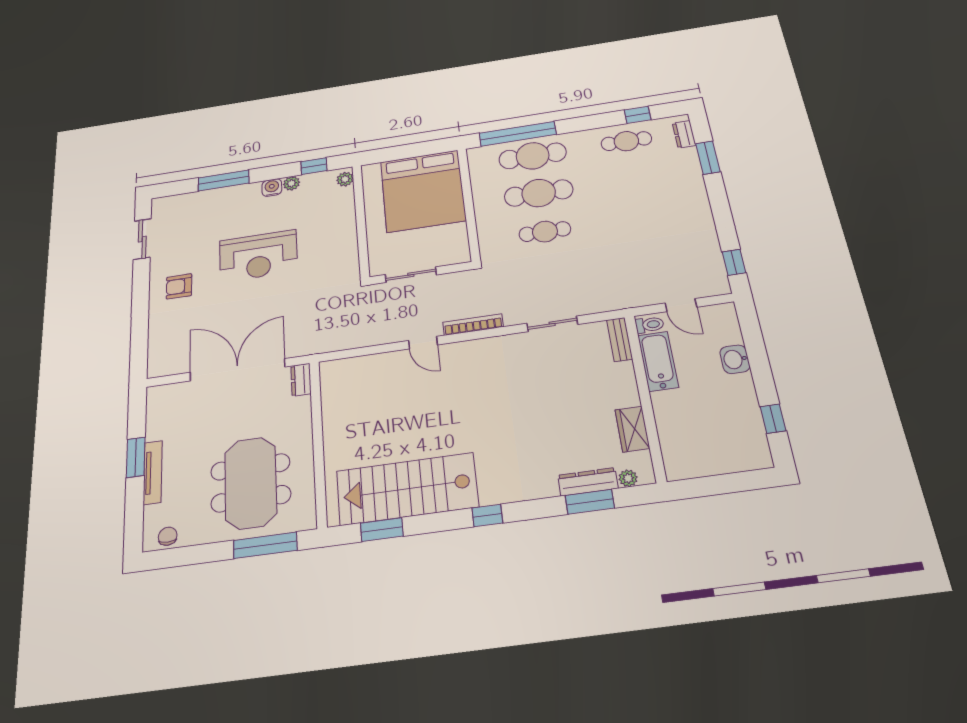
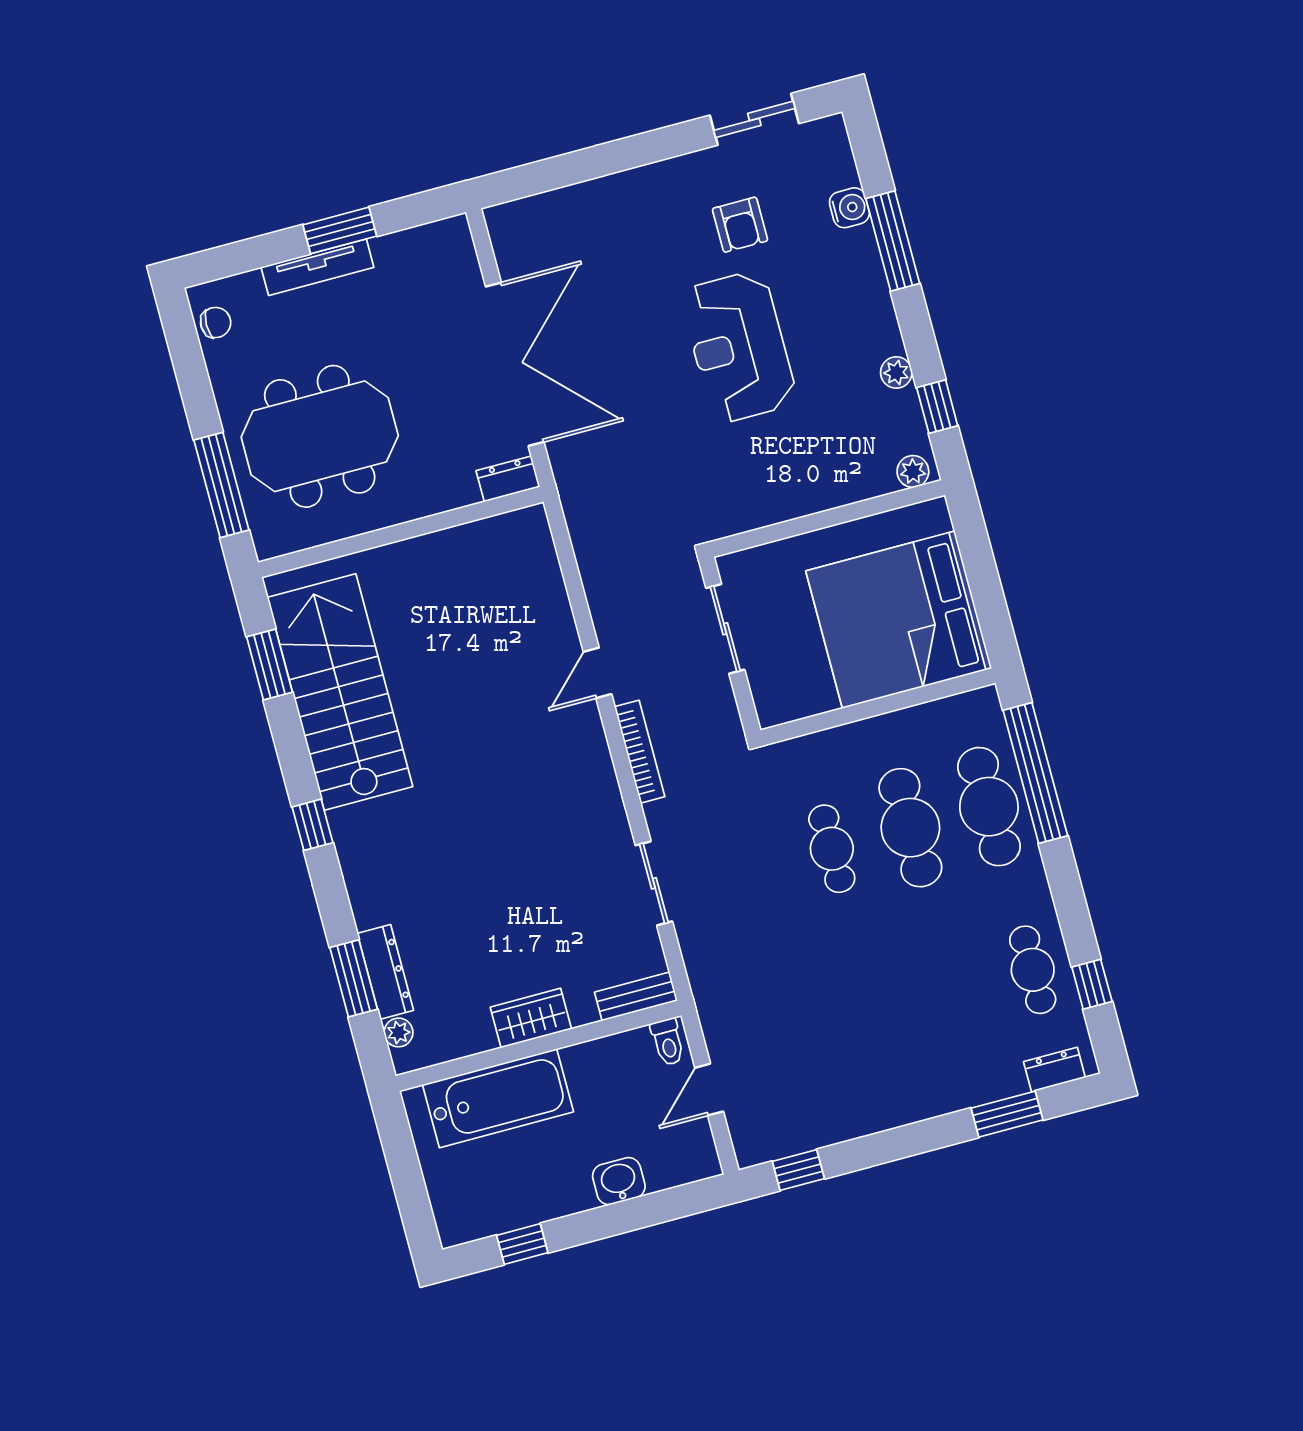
water cooler: (272, 188) -> (849, 208), moved
armchair: (179, 286) -> (740, 225), moved, turned 180
bathtub: (658, 361) -> (498, 1098), moved, width x1.36, depth x1.36
wardrobe: (632, 429) -> (531, 1018), moved

